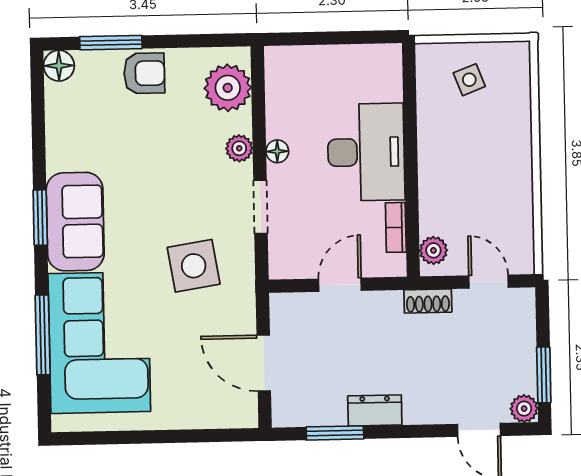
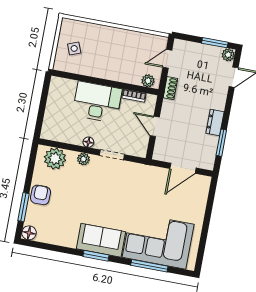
side table: (194, 266) -> (132, 191), removed

